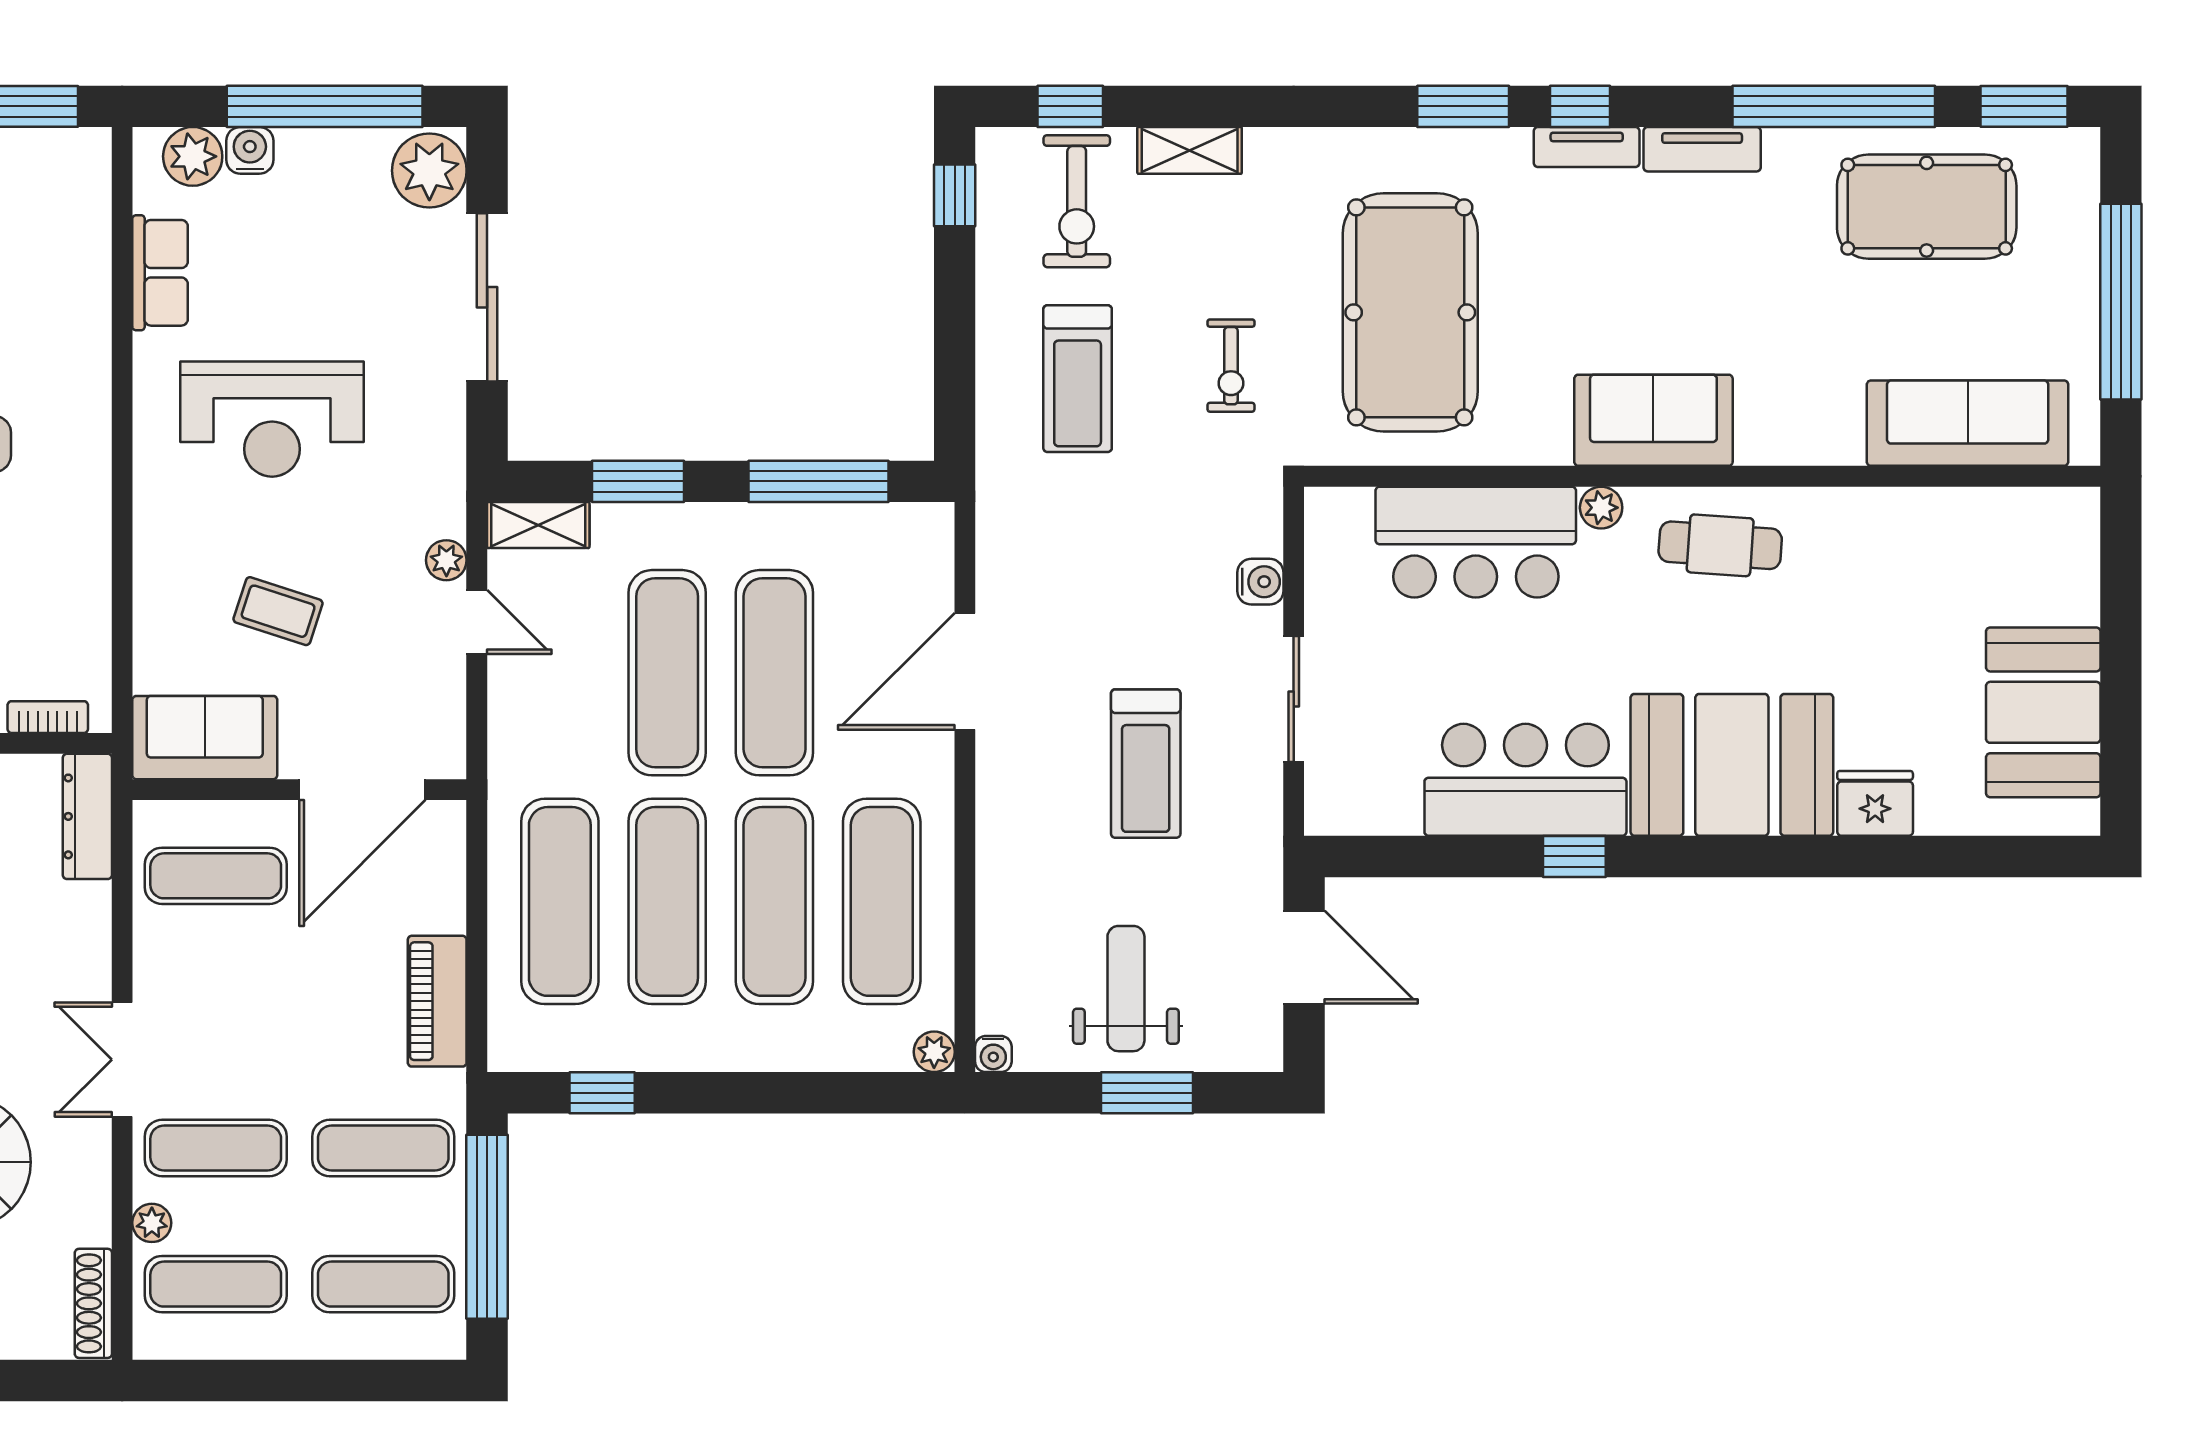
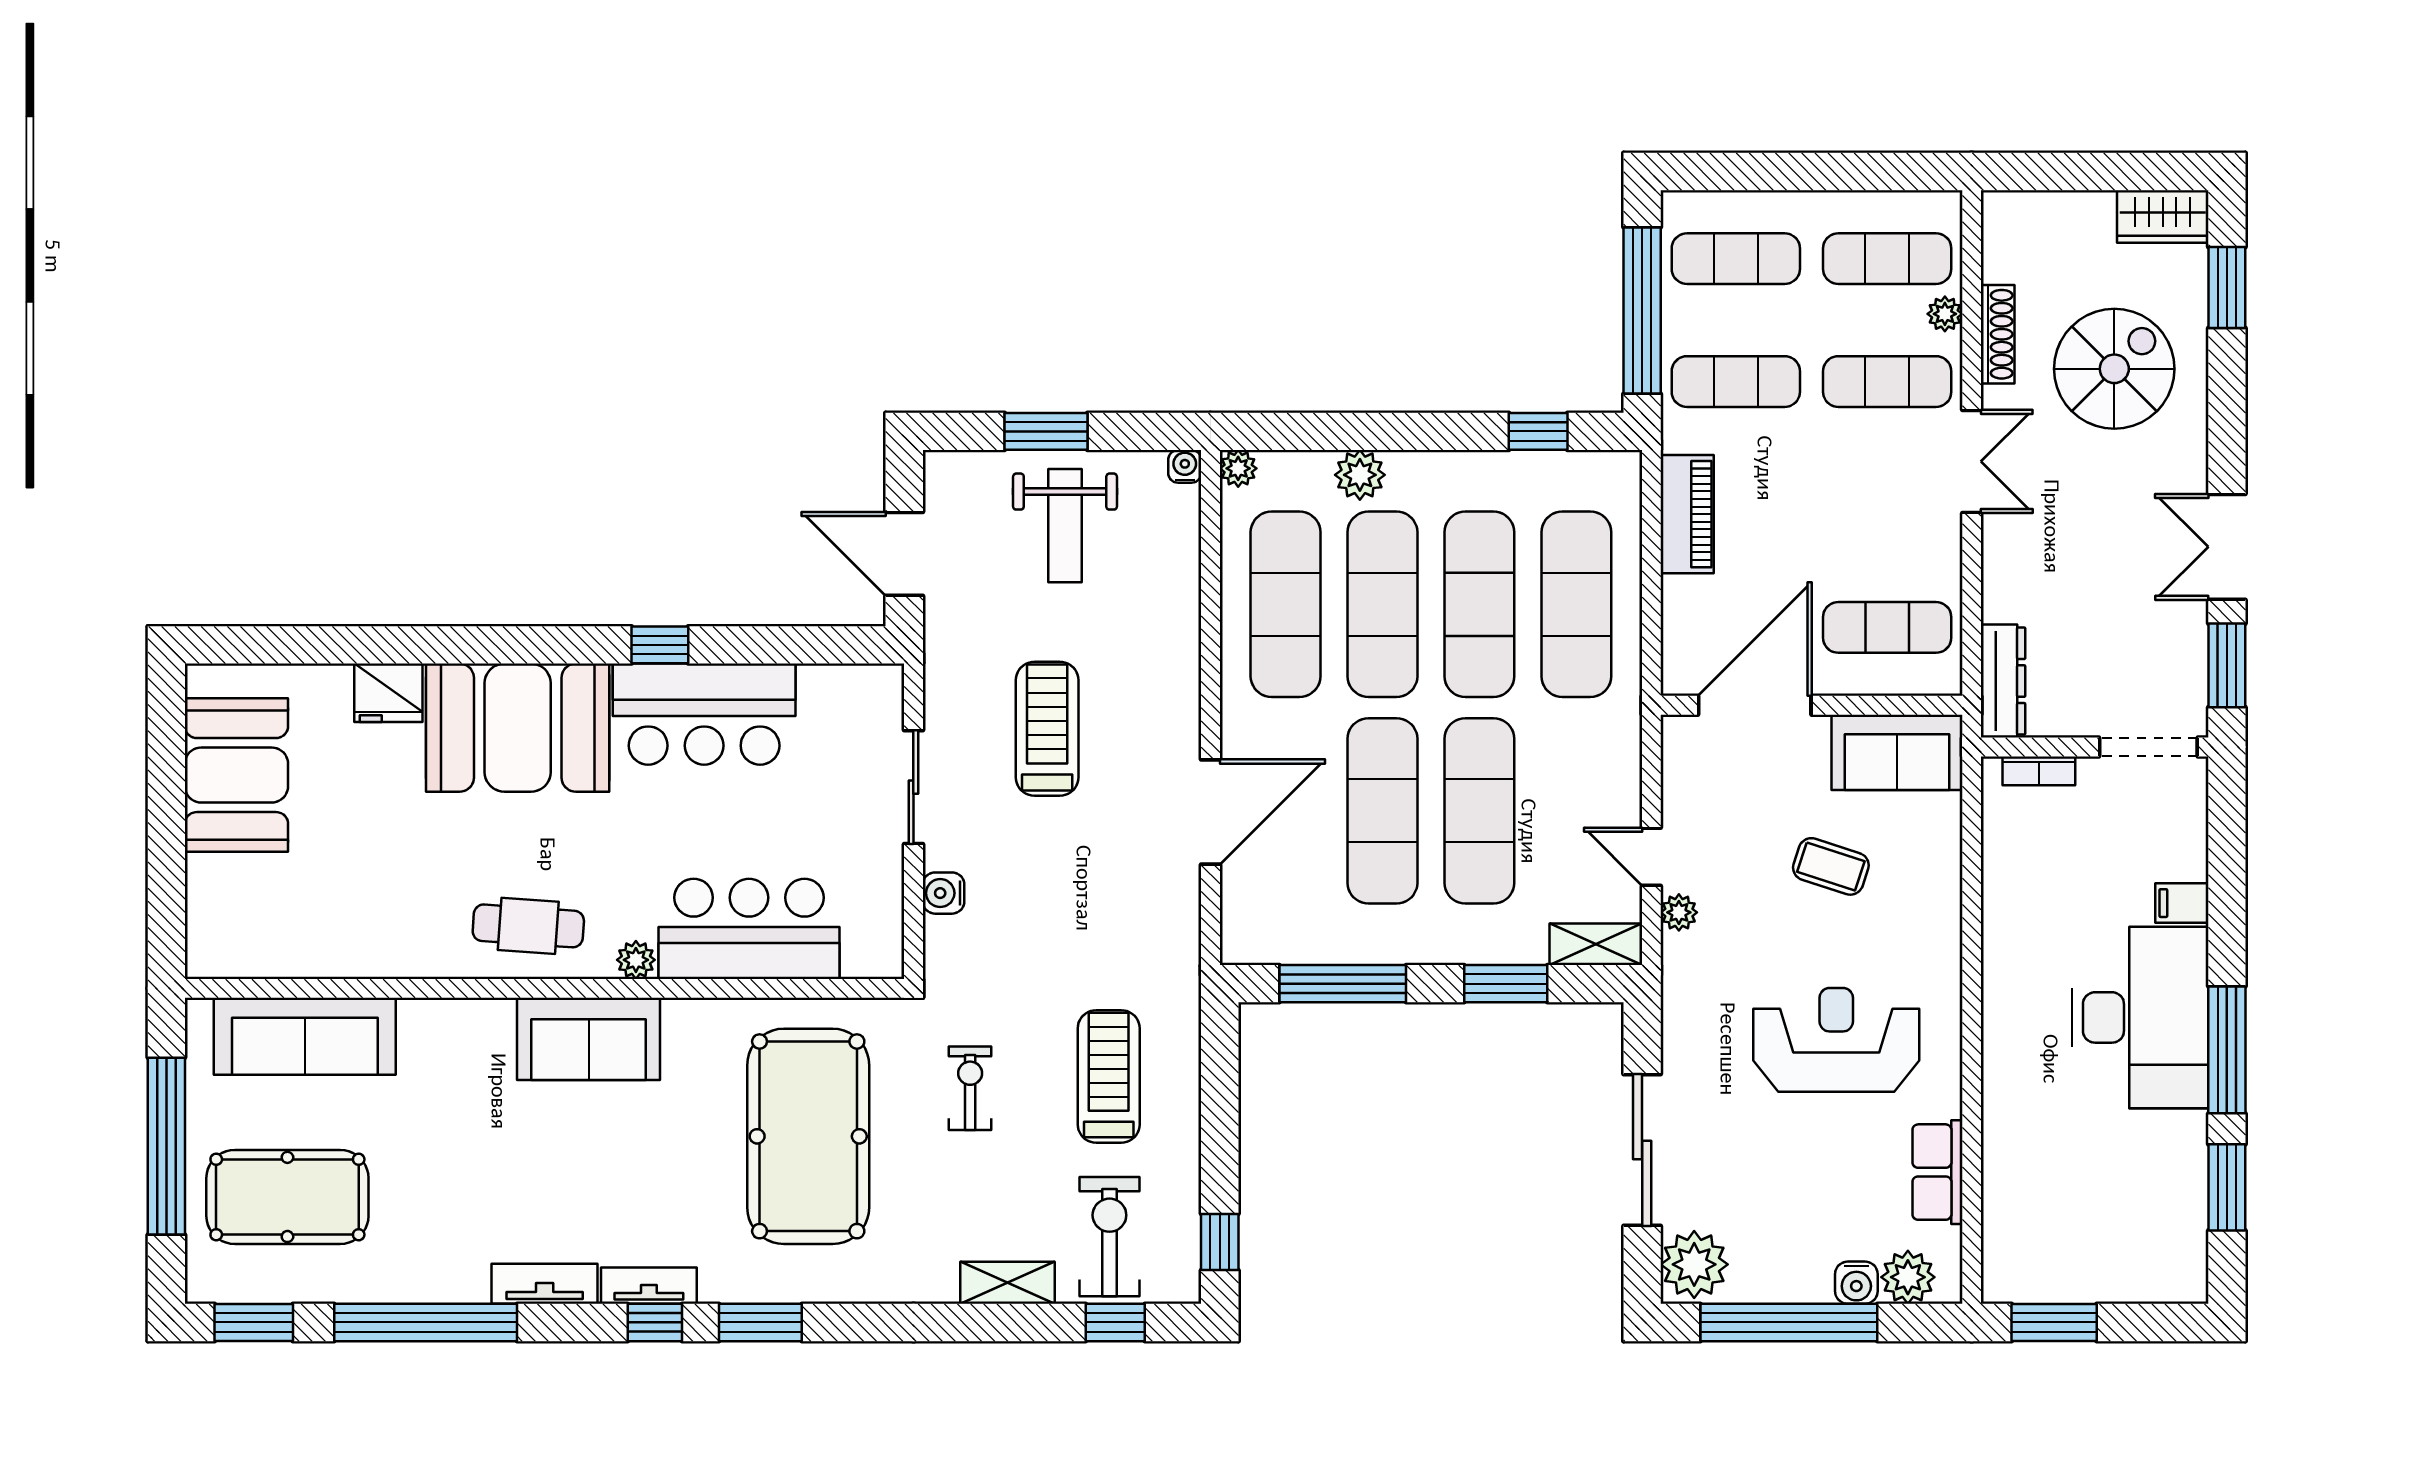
pool table: (1927, 207) -> (287, 1197), moved
plant: (799, 1045) -> (1360, 475), added
shoe rack: (93, 1303) -> (1998, 334), moved

